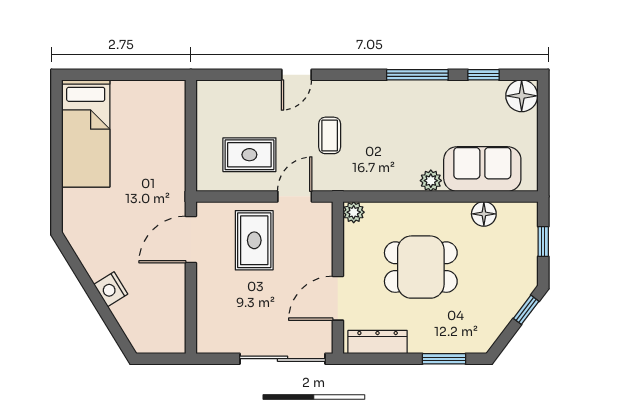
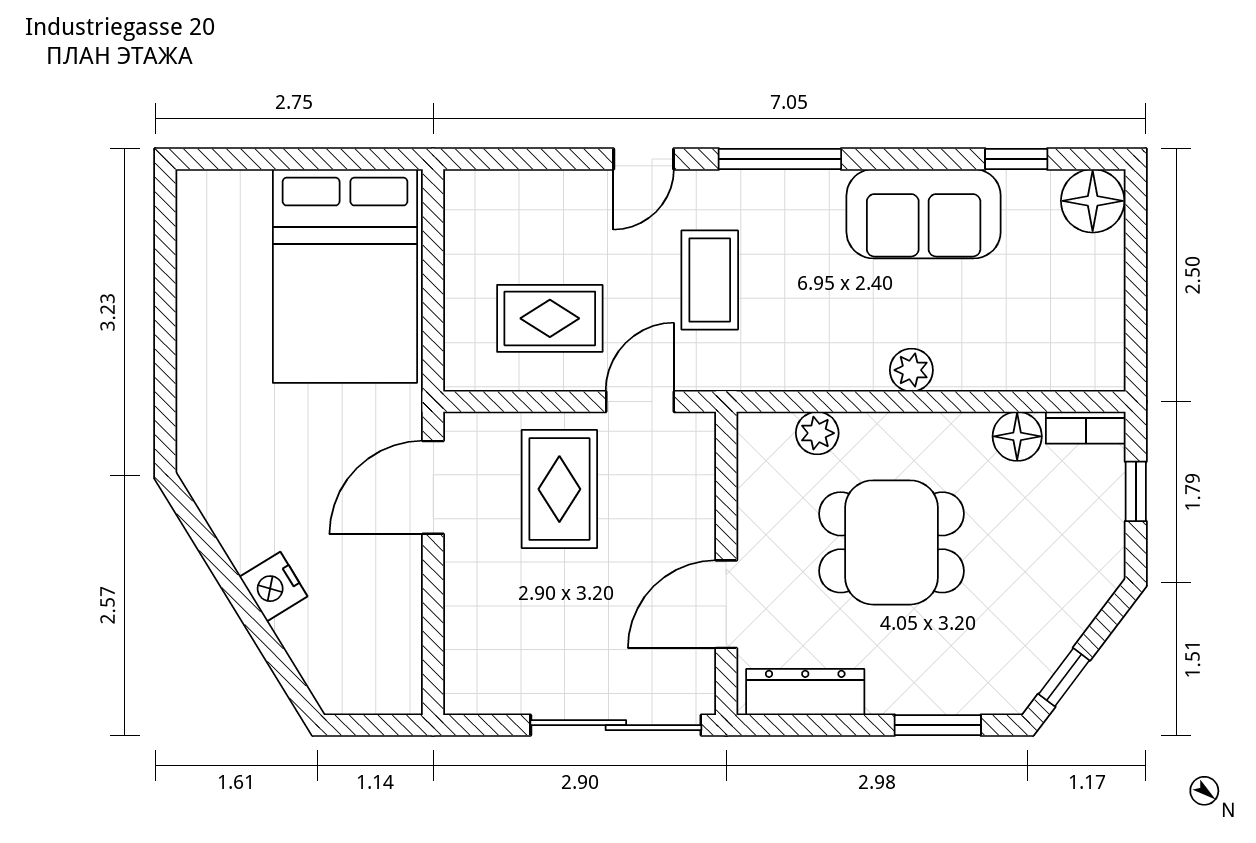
window: (417, 75) -> (780, 159), moved
bed: (86, 133) -> (345, 276), moved, width x1.50
coffee table: (330, 135) -> (710, 280), width x1.36, depth x1.30
sofa: (482, 169) -> (924, 214), moved, turned 180
bookcase: (518, 210) -> (1086, 428), added
plant: (354, 212) -> (817, 433), moved
window: (526, 310) -> (1064, 677), moved

